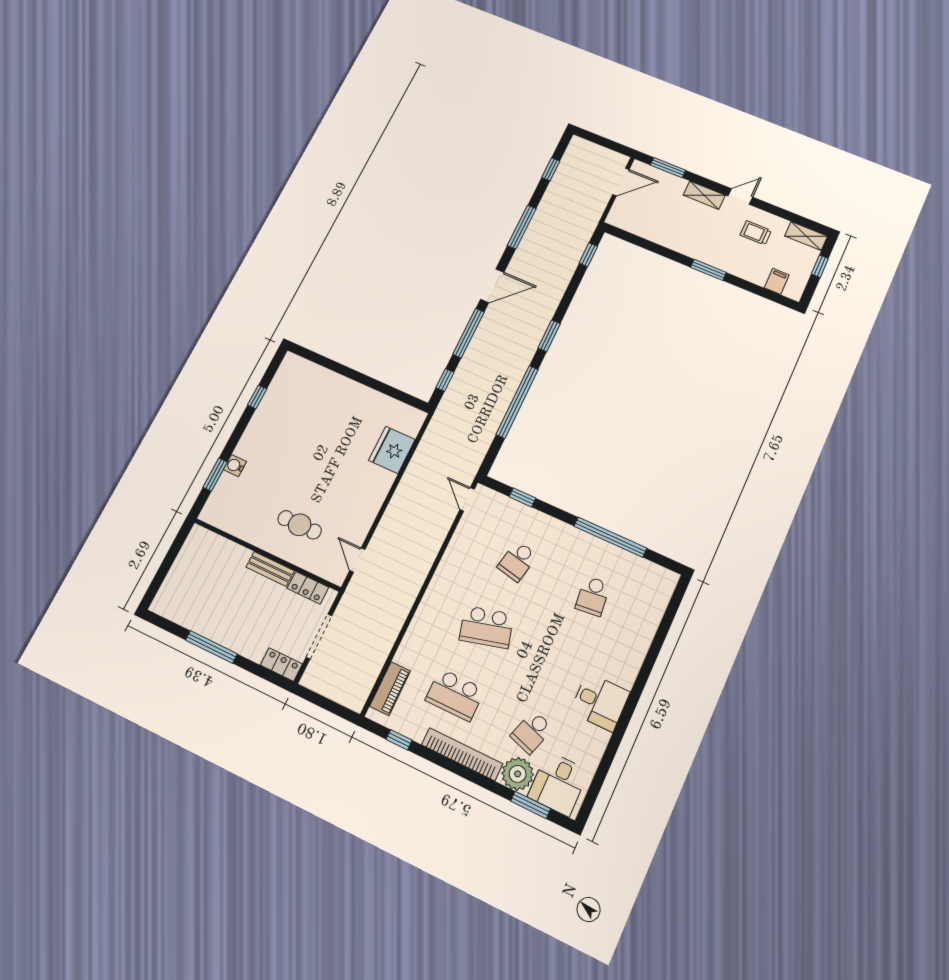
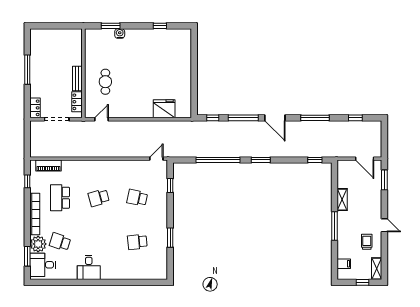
shelving: (704, 195) -> (342, 200), moved
window: (708, 270) -> (334, 226), width x1.44
window: (610, 537) -> (170, 238), width x0.47
school desk: (487, 627) -> (99, 198), width x0.54

